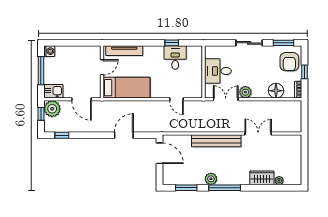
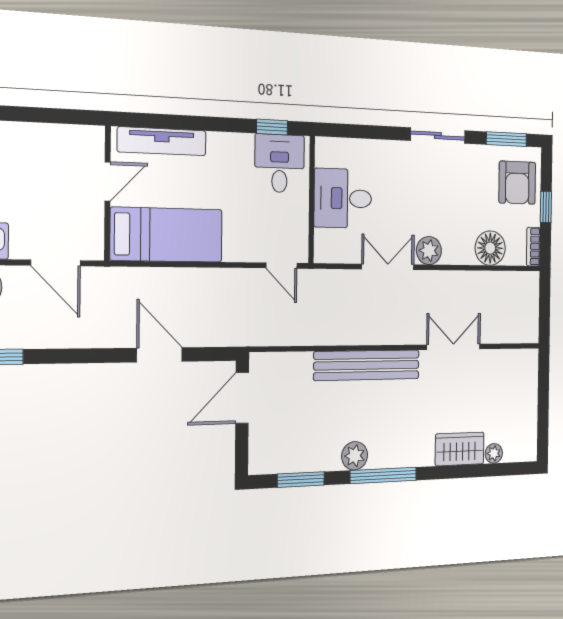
desk: (218, 71) -> (343, 198), moved
wall: (203, 72) -> (312, 200), moved
door: (124, 135) -> (159, 355), hinge flipped
door: (160, 153) -> (242, 398), swing flipped

